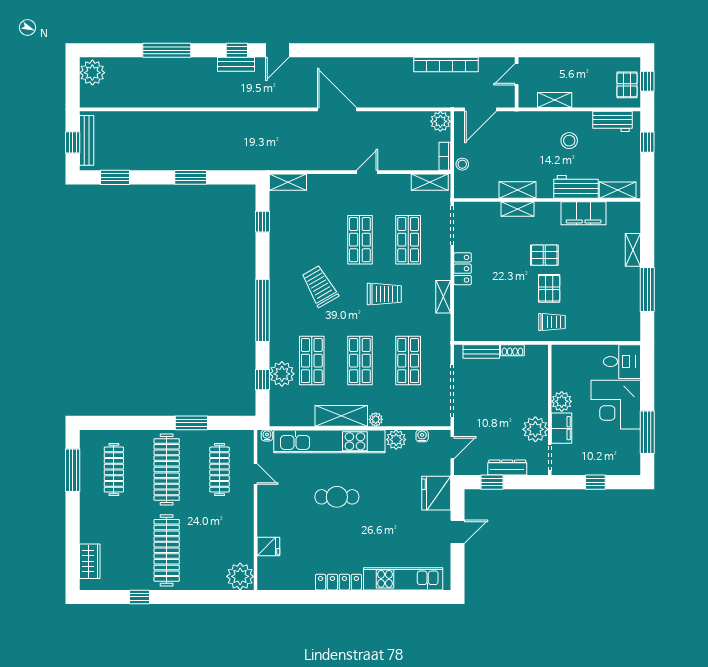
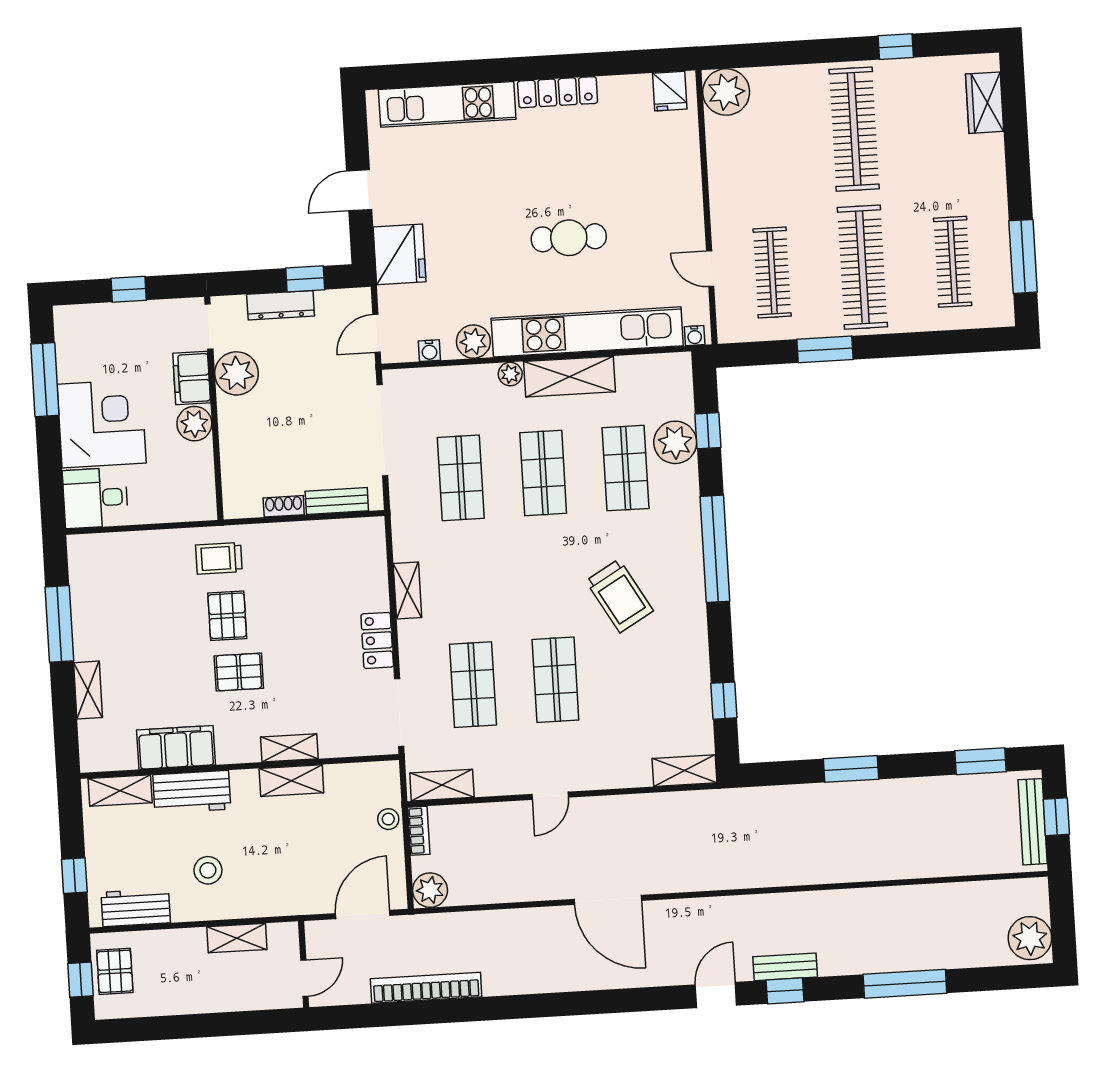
trolley: (384, 294) -> (508, 589), removed
fridge: (268, 547) -> (670, 91), moved, turned -90

